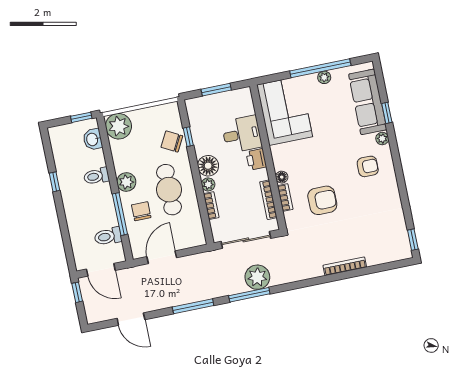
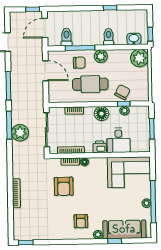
plant: (208, 184) -> (124, 111), moved

